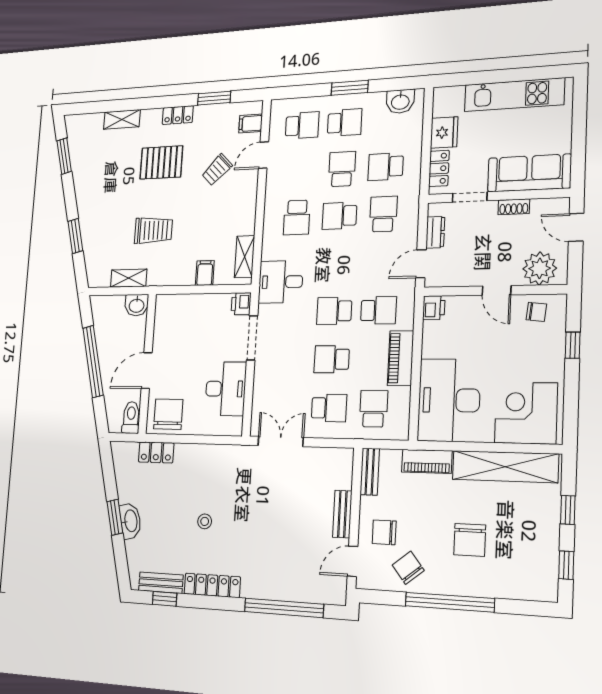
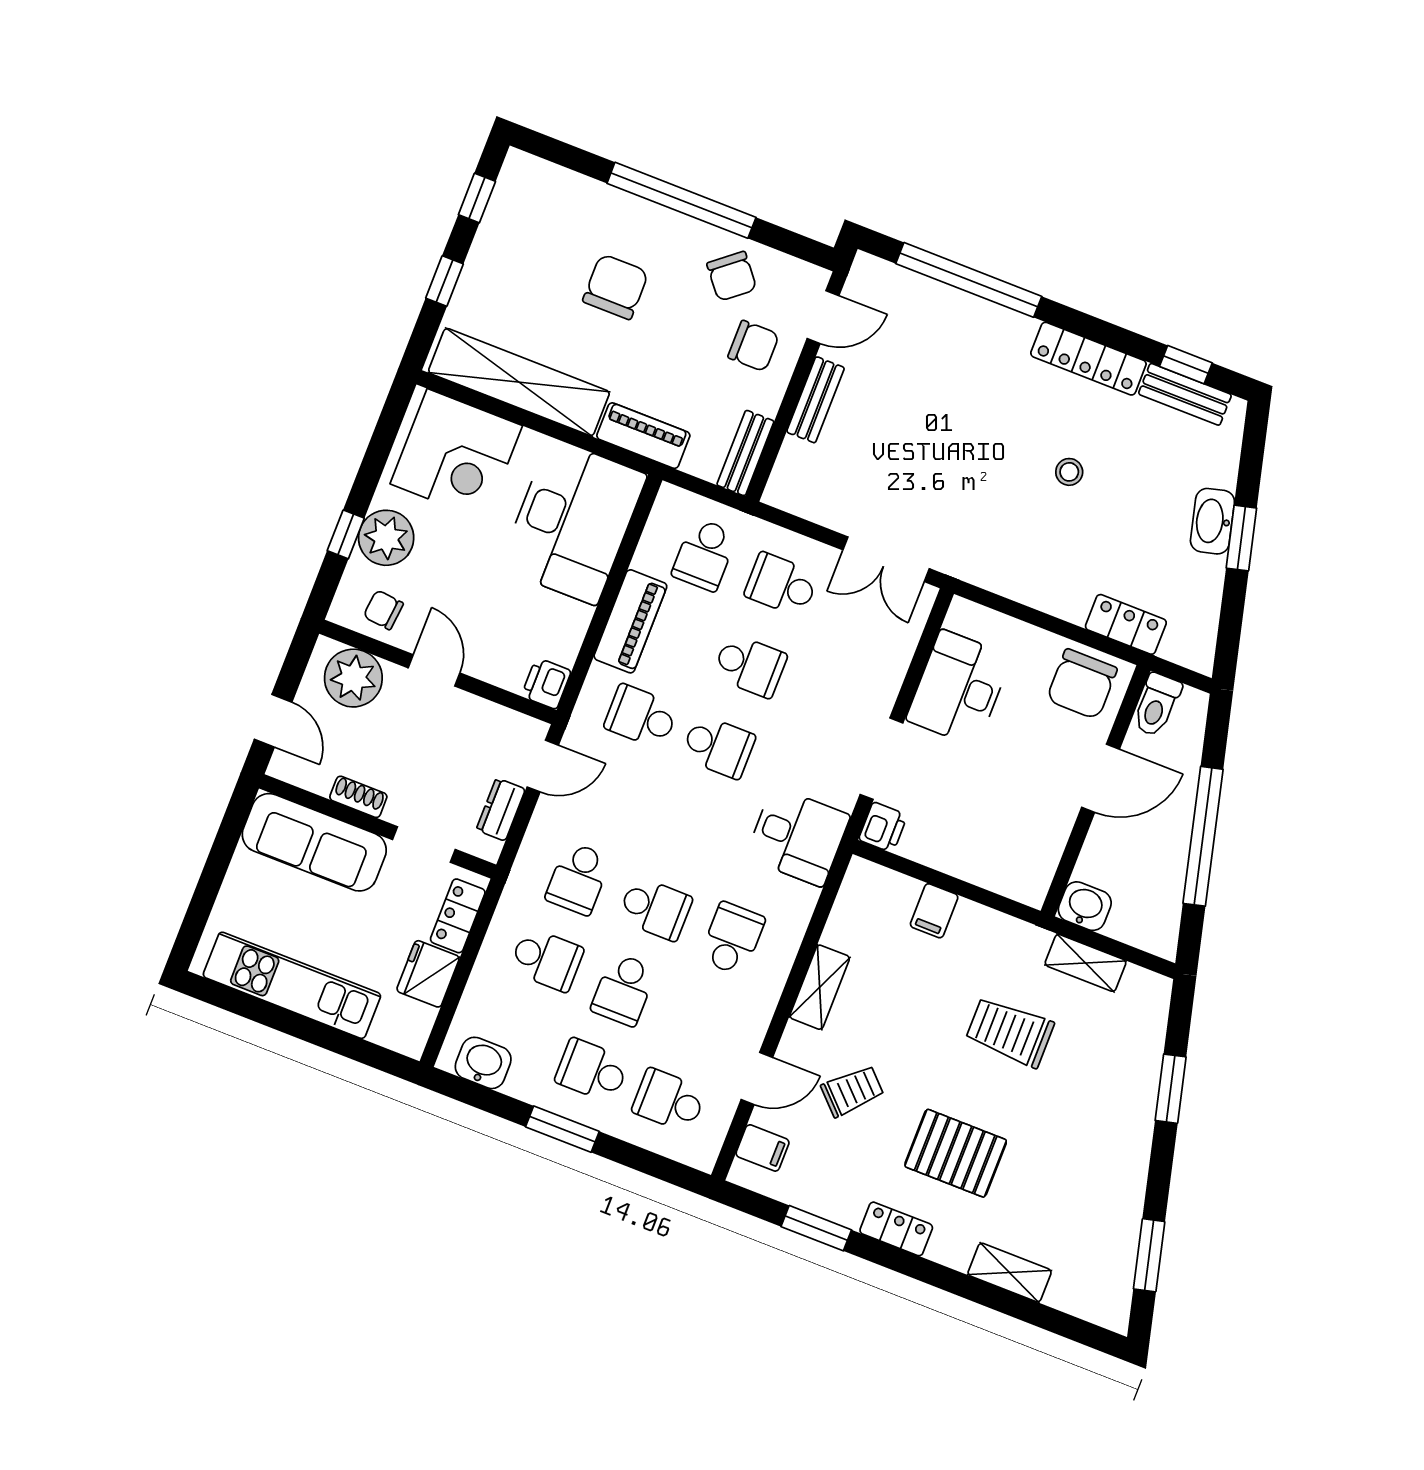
shelving: (245, 257) -> (820, 987), moved
plant: (549, 352) -> (386, 538), added

